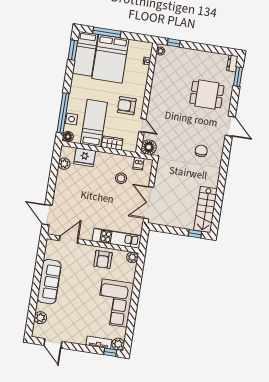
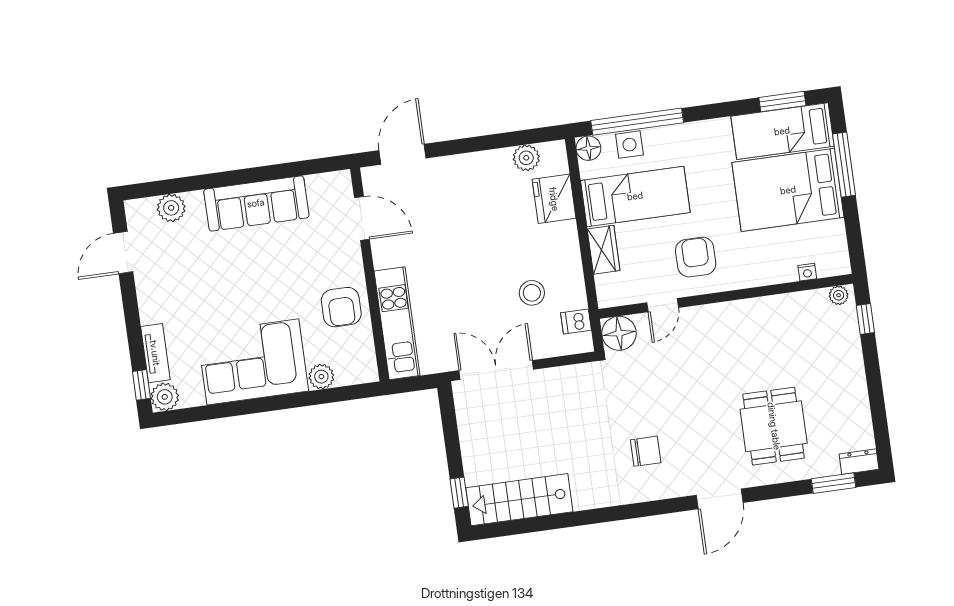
plant: (132, 257) -> (321, 377), moved
armchair: (103, 259) -> (341, 307), turned -90

